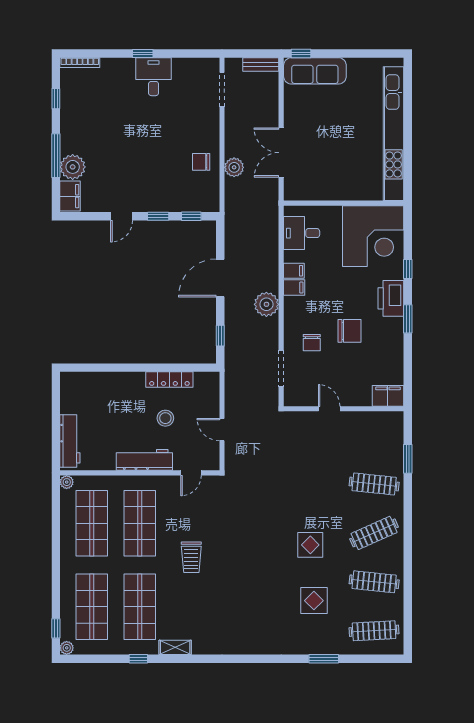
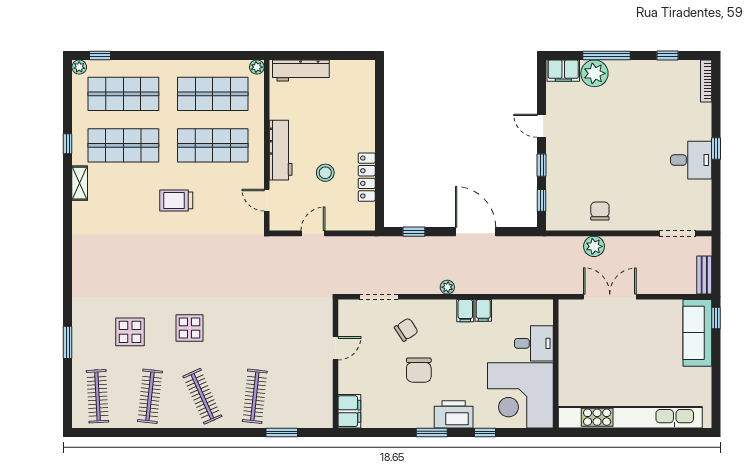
desk: (302, 233) -> (534, 343), moved, turned 90
plant: (266, 304) -> (447, 287), width x0.53, depth x0.53
chair: (312, 343) -> (406, 330), turned 147

